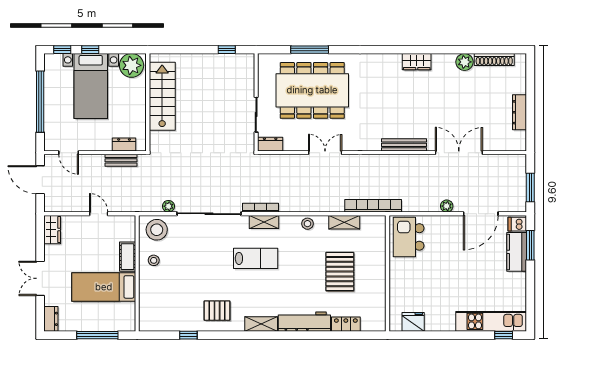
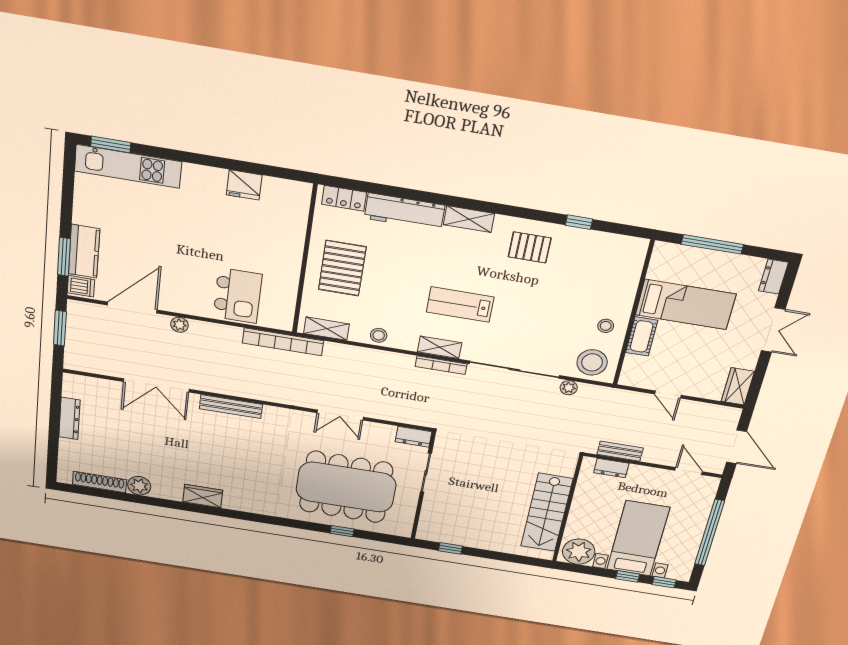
window: (310, 50) -> (342, 531), width x0.46
wall: (388, 273) -> (305, 260), moved
window: (504, 335) -> (111, 144), width x1.50

